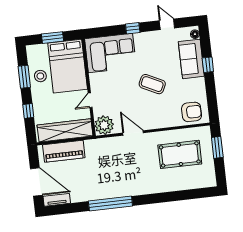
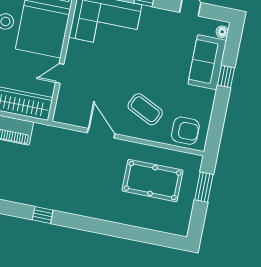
coffee table: (152, 84) -> (145, 109), moved
plant: (104, 125) -> (67, 111), removed
window: (110, 204) -> (43, 215), width x0.32

